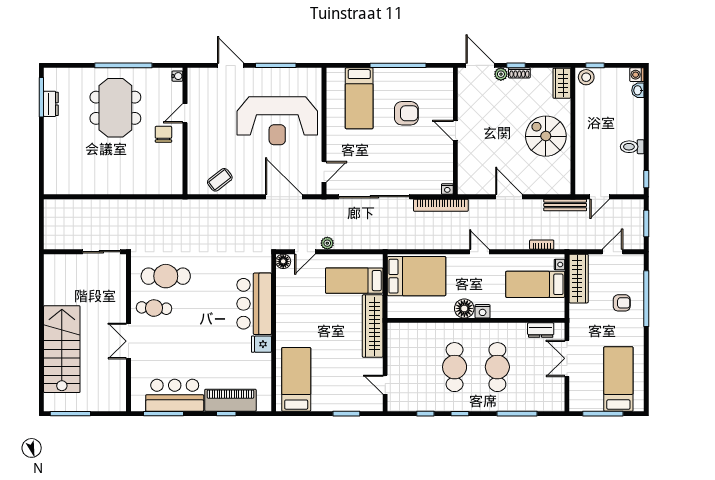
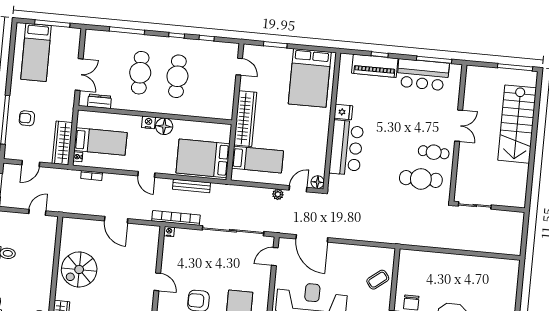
spiral stairs: (546, 136) -> (79, 269), turned 90
coffee table: (220, 180) -> (378, 280), moved
bench: (565, 205) -> (192, 186), moved
bed: (296, 379) -> (310, 78), width x1.50

